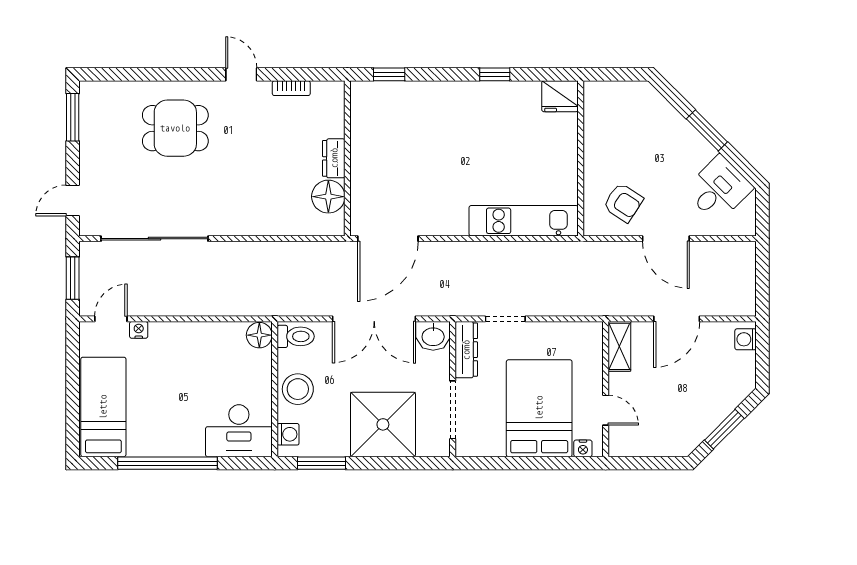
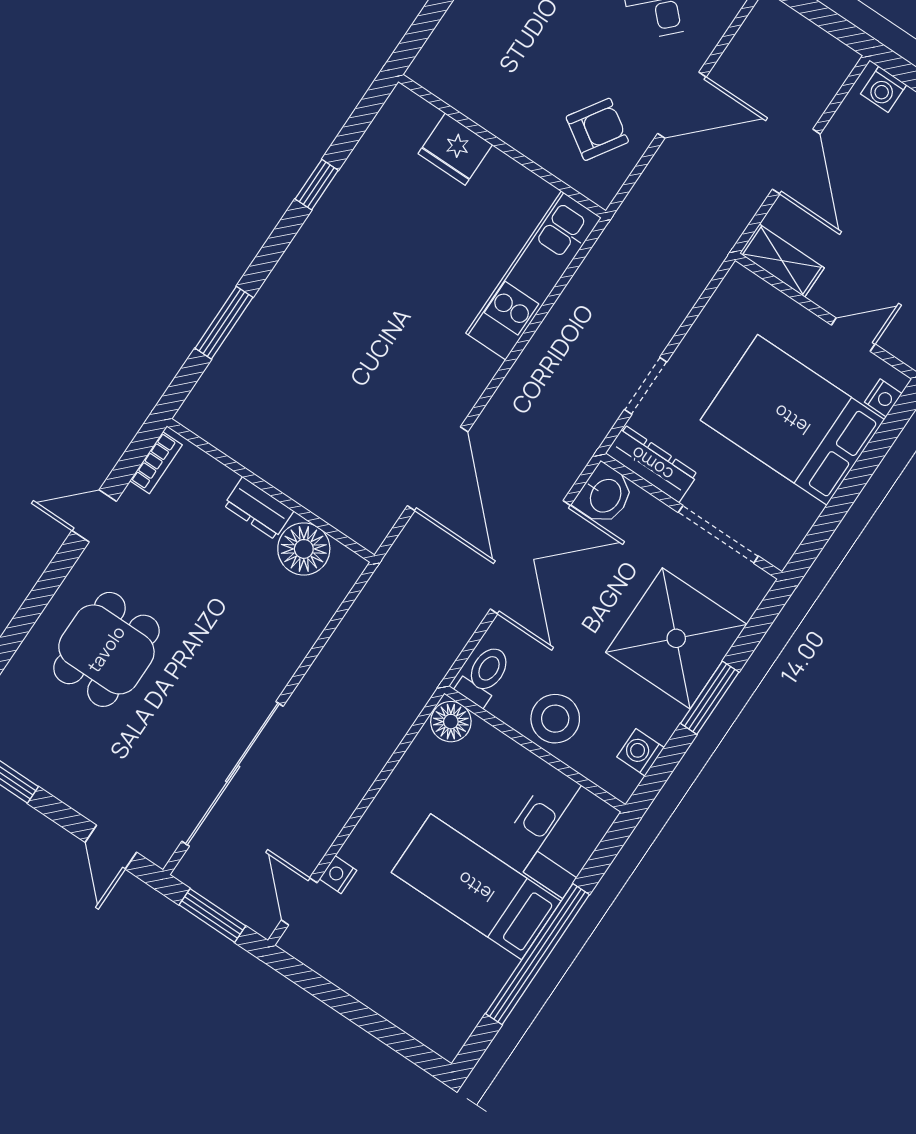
window: (389, 74) -> (224, 323), width x1.50
fridge: (560, 96) -> (455, 149), moved, turned 90
dresser: (334, 158) -> (259, 508), moved
wall: (347, 158) -> (271, 490), moved
floor lamp: (328, 197) -> (304, 549), moved
bed: (103, 407) -> (476, 887), moved
washing machine: (288, 434) -> (640, 752), moved, turned -90
window: (321, 463) -> (710, 698), moved

